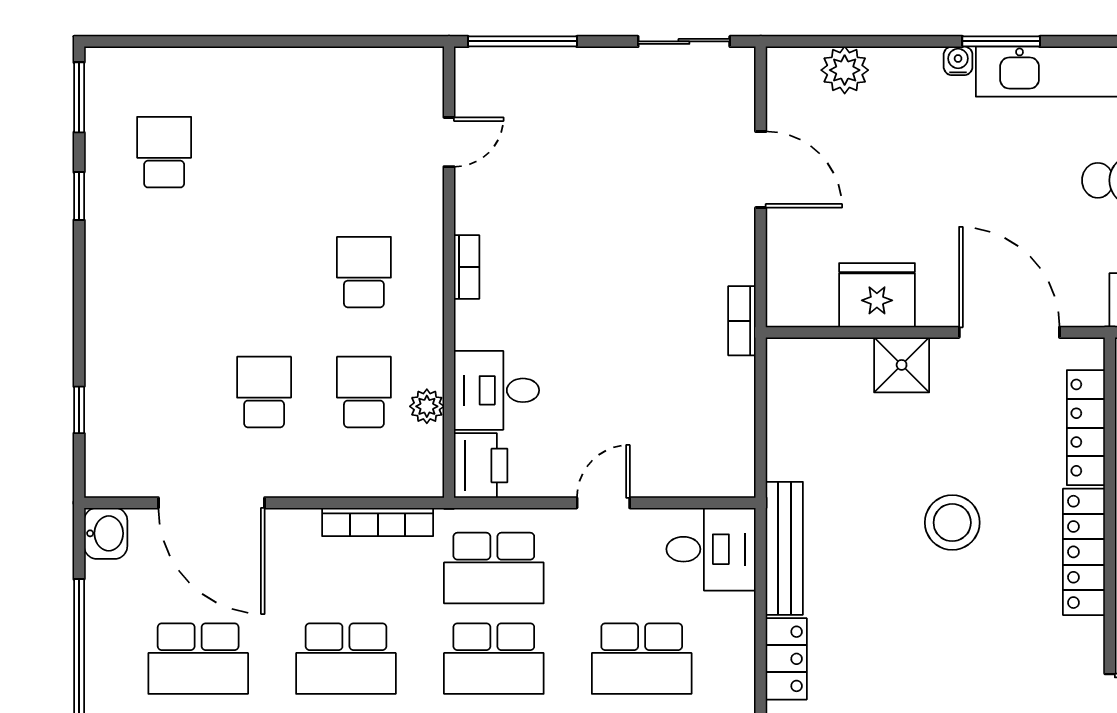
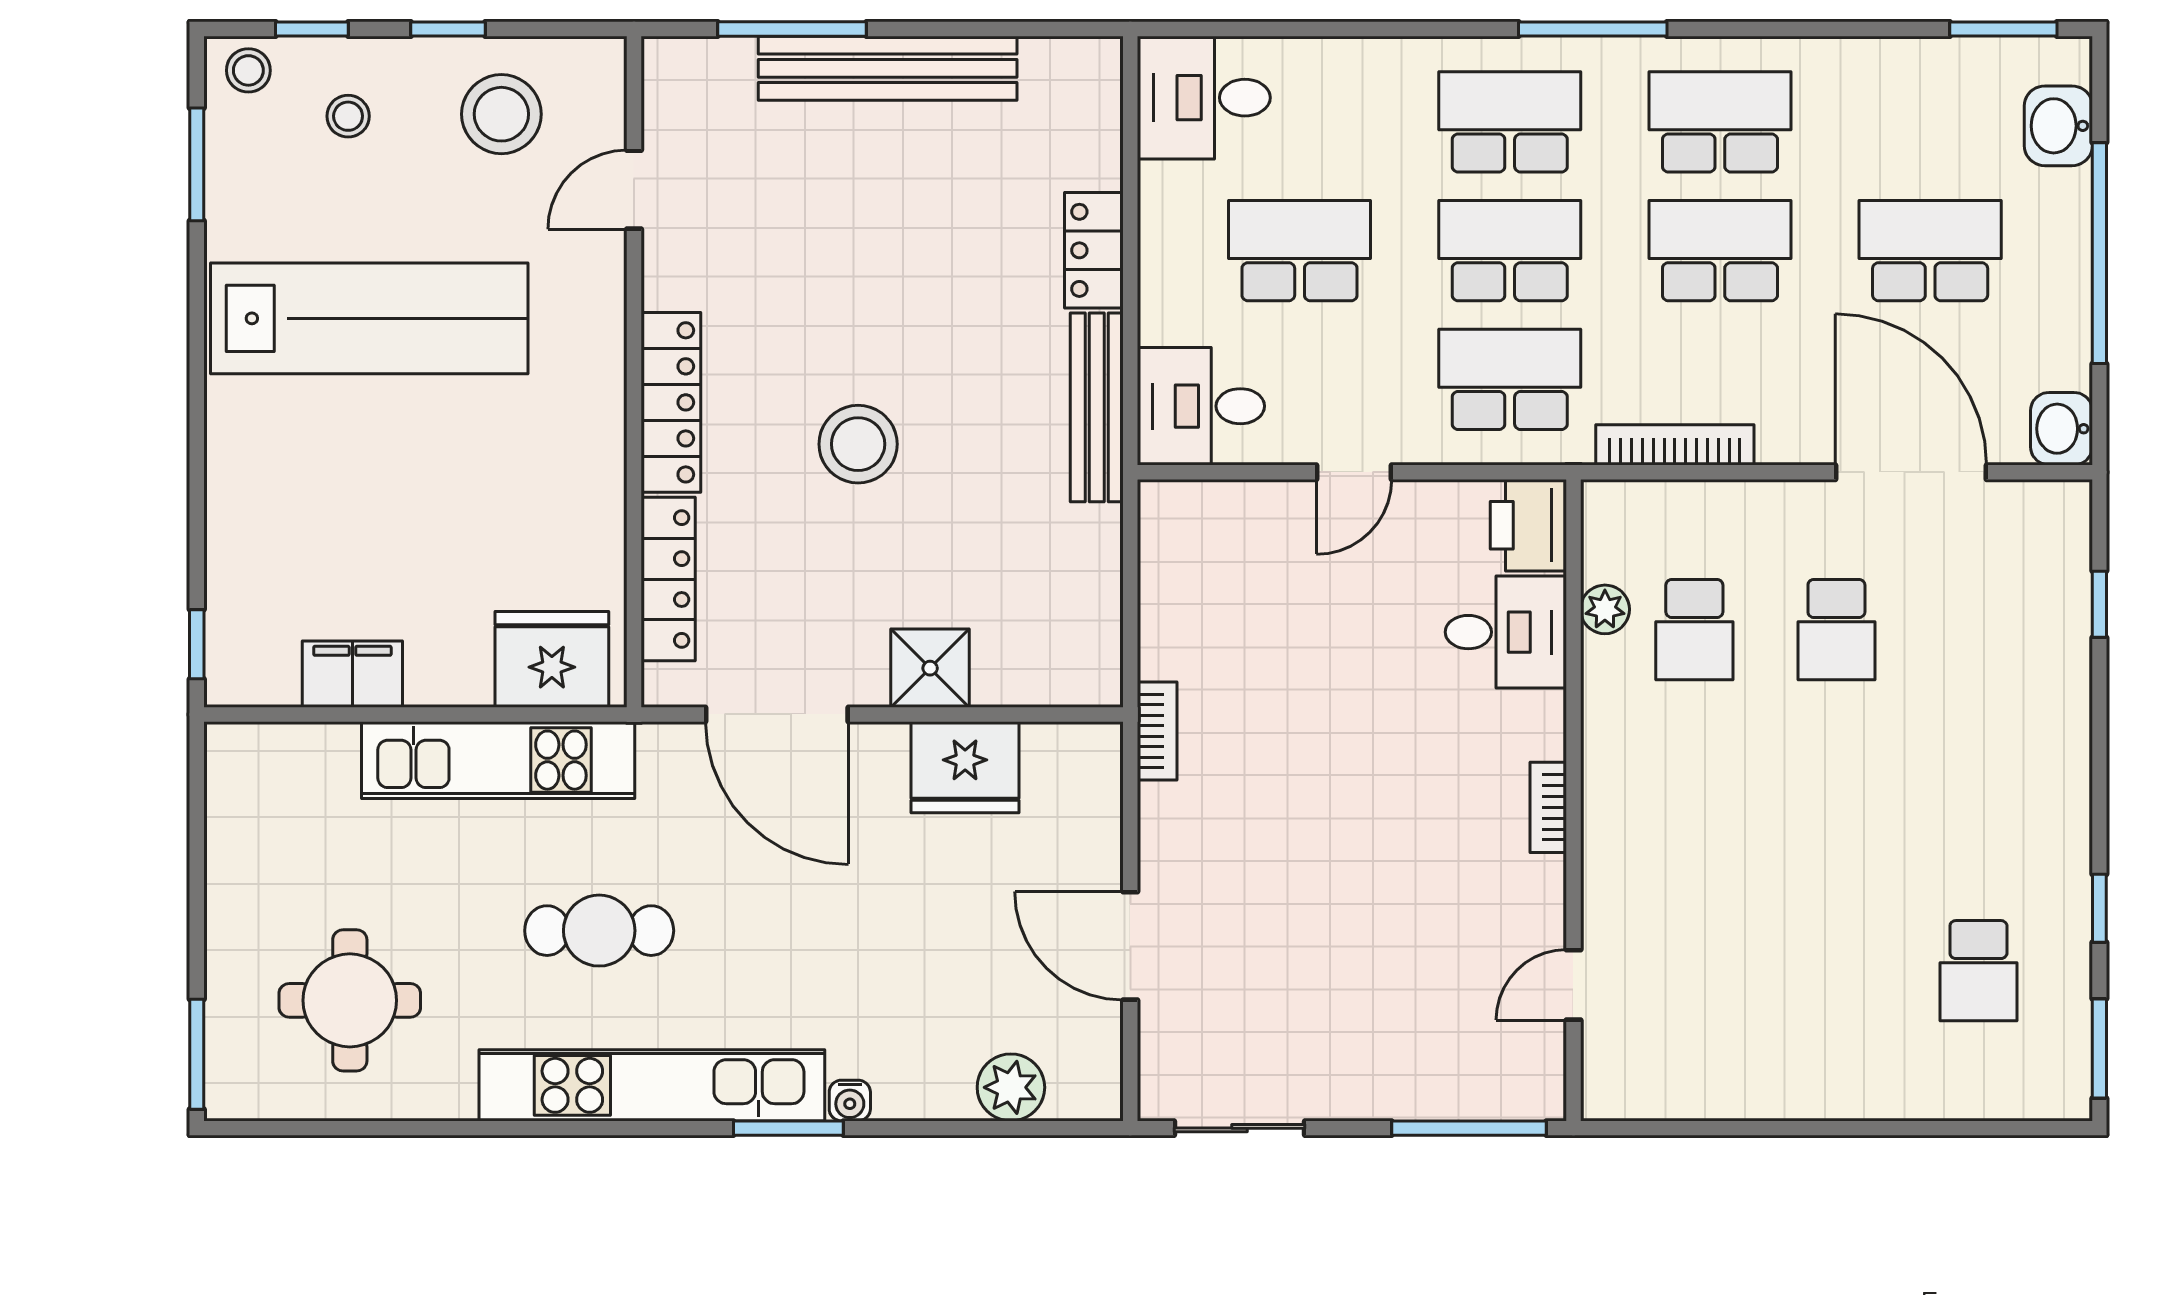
school desk: (364, 272) -> (1694, 800), removed

